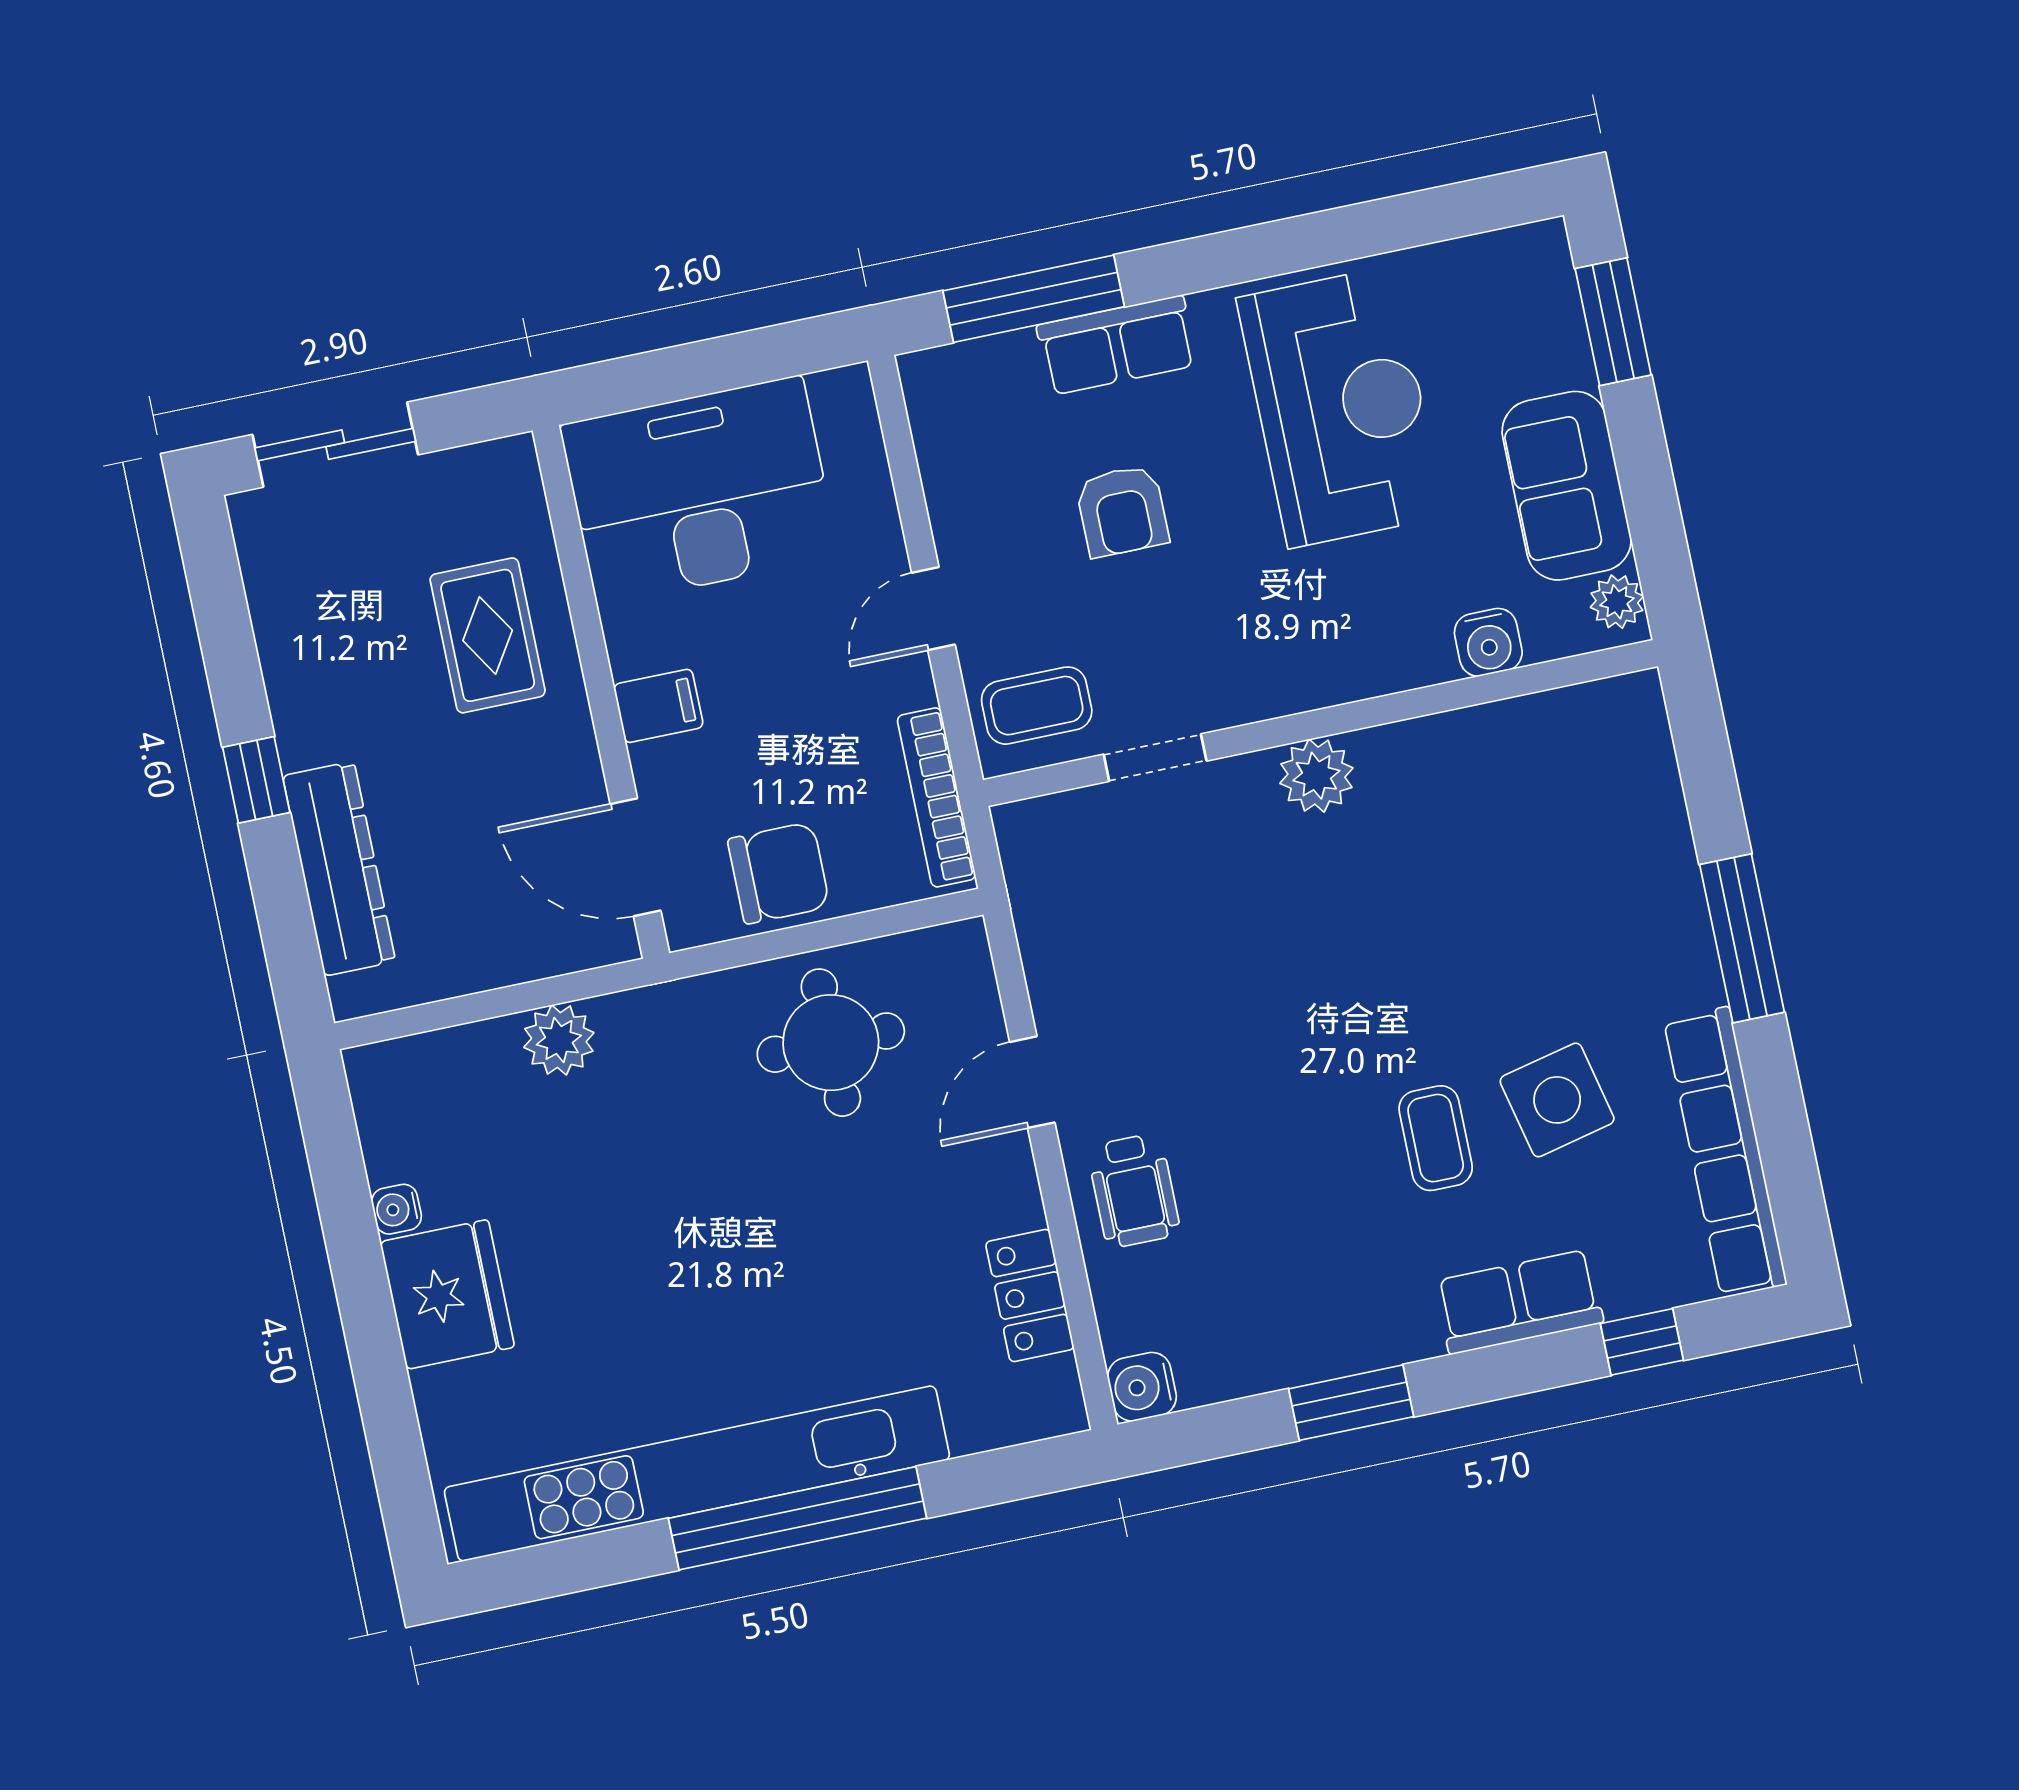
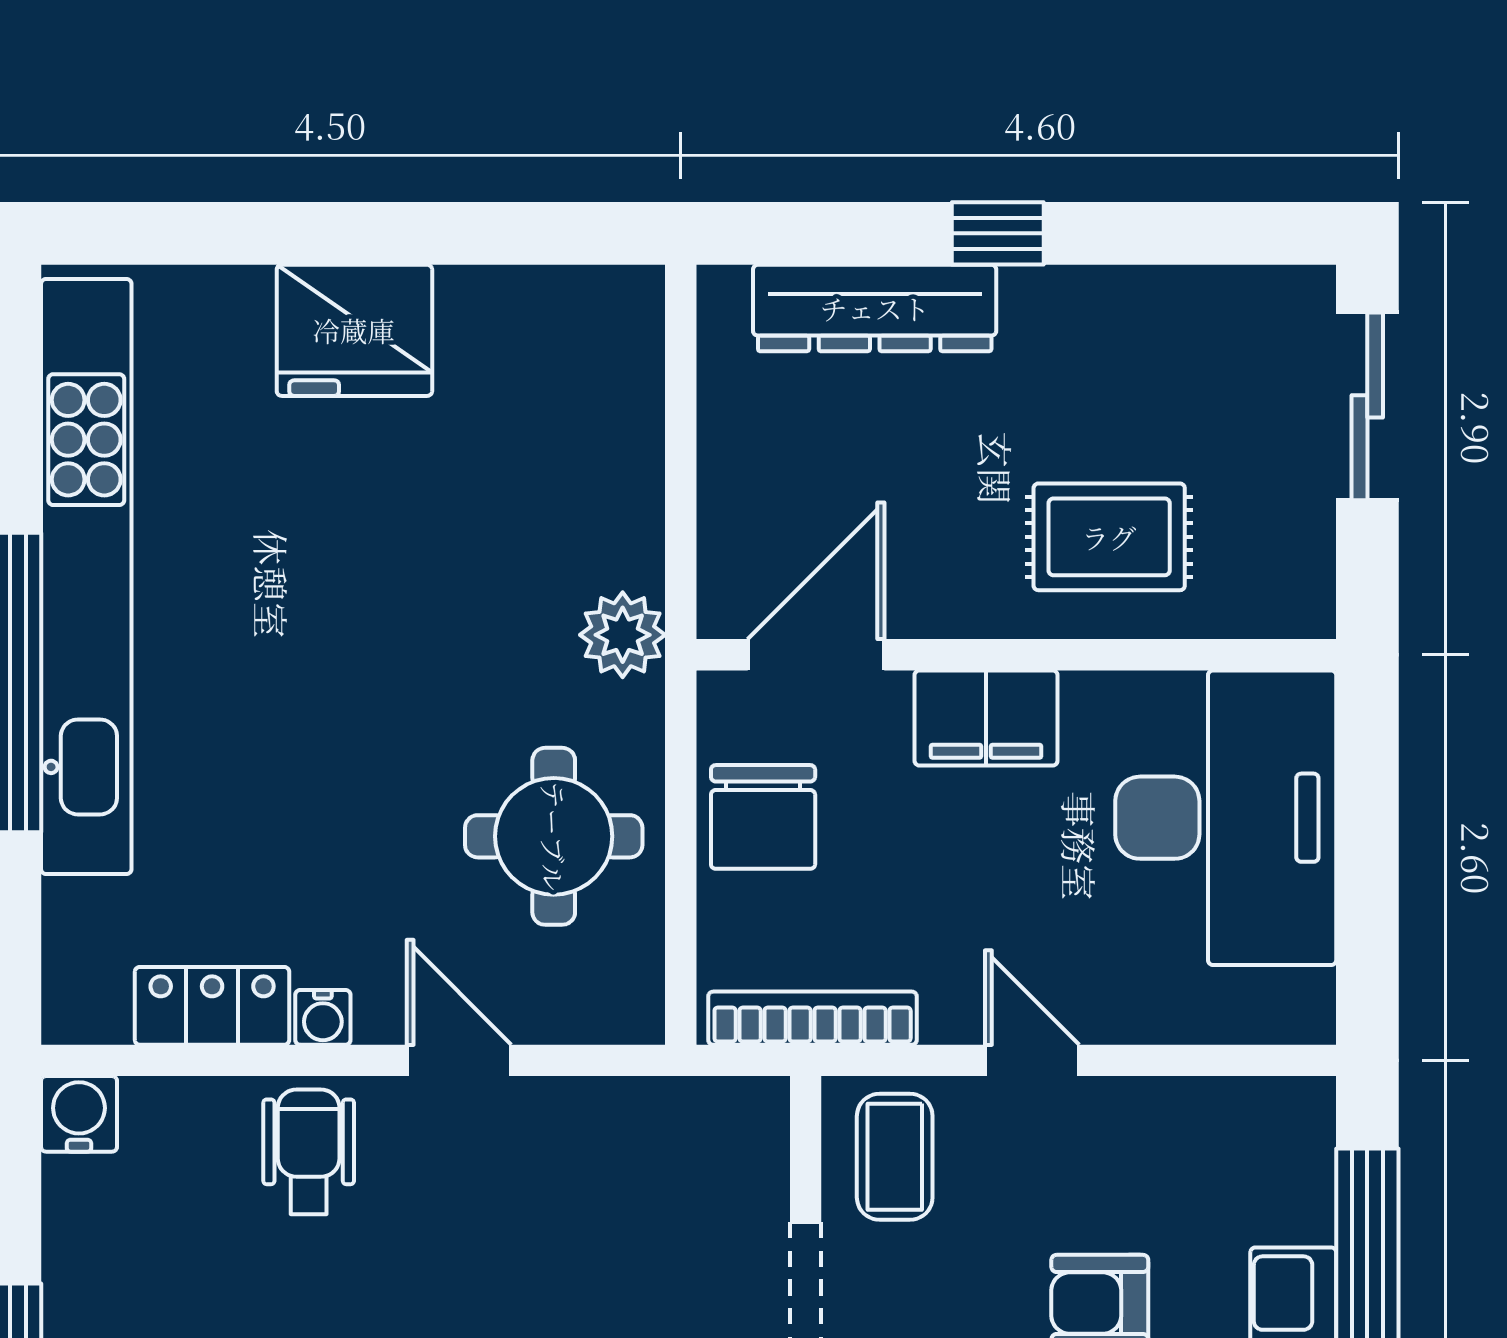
filing cabinet: (658, 706) -> (986, 718), width x2.00
plant: (559, 1040) -> (623, 635), moved
wheelchair: (1134, 1191) -> (309, 1152), turned 90
water cooler: (396, 1209) -> (323, 1017), moved, turned 180

